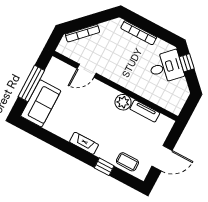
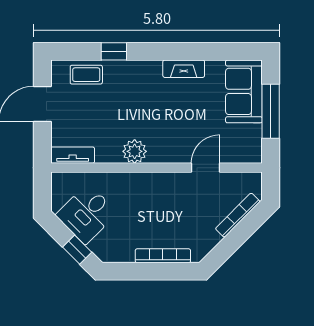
desk: (166, 67) -> (87, 214), moved
tv unit: (145, 111) -> (73, 155), moved
fireplace: (84, 143) -> (184, 69), moved

